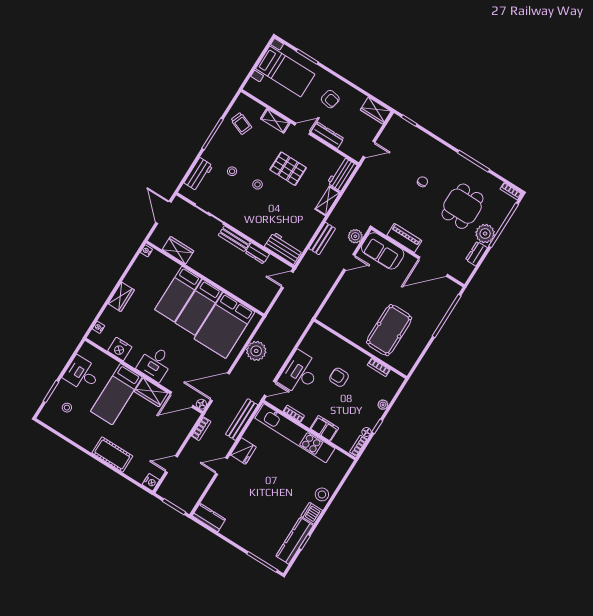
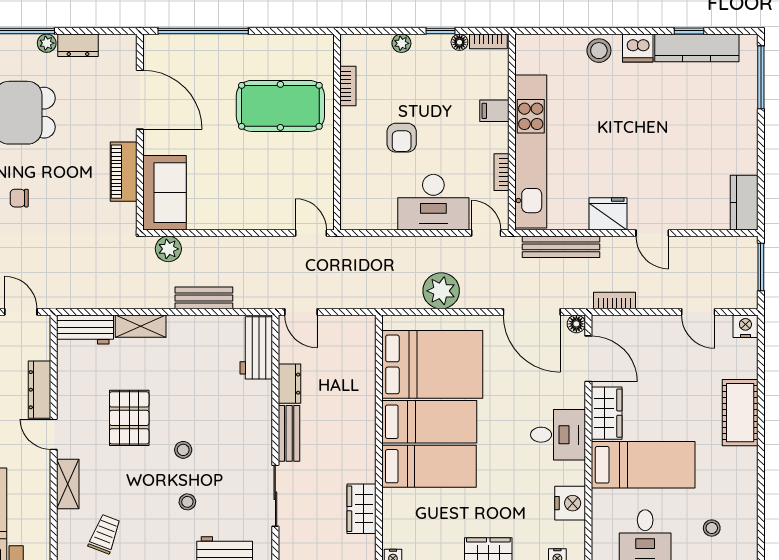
plant: (485, 234) -> (47, 43), width x0.53, depth x0.53
door: (349, 262) -> (311, 233), moved
filing cabinet: (324, 428) -> (494, 111), width x0.50

